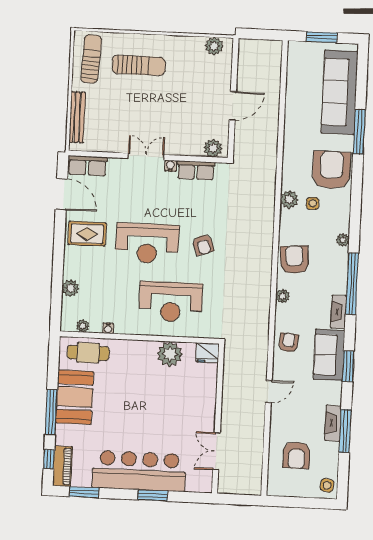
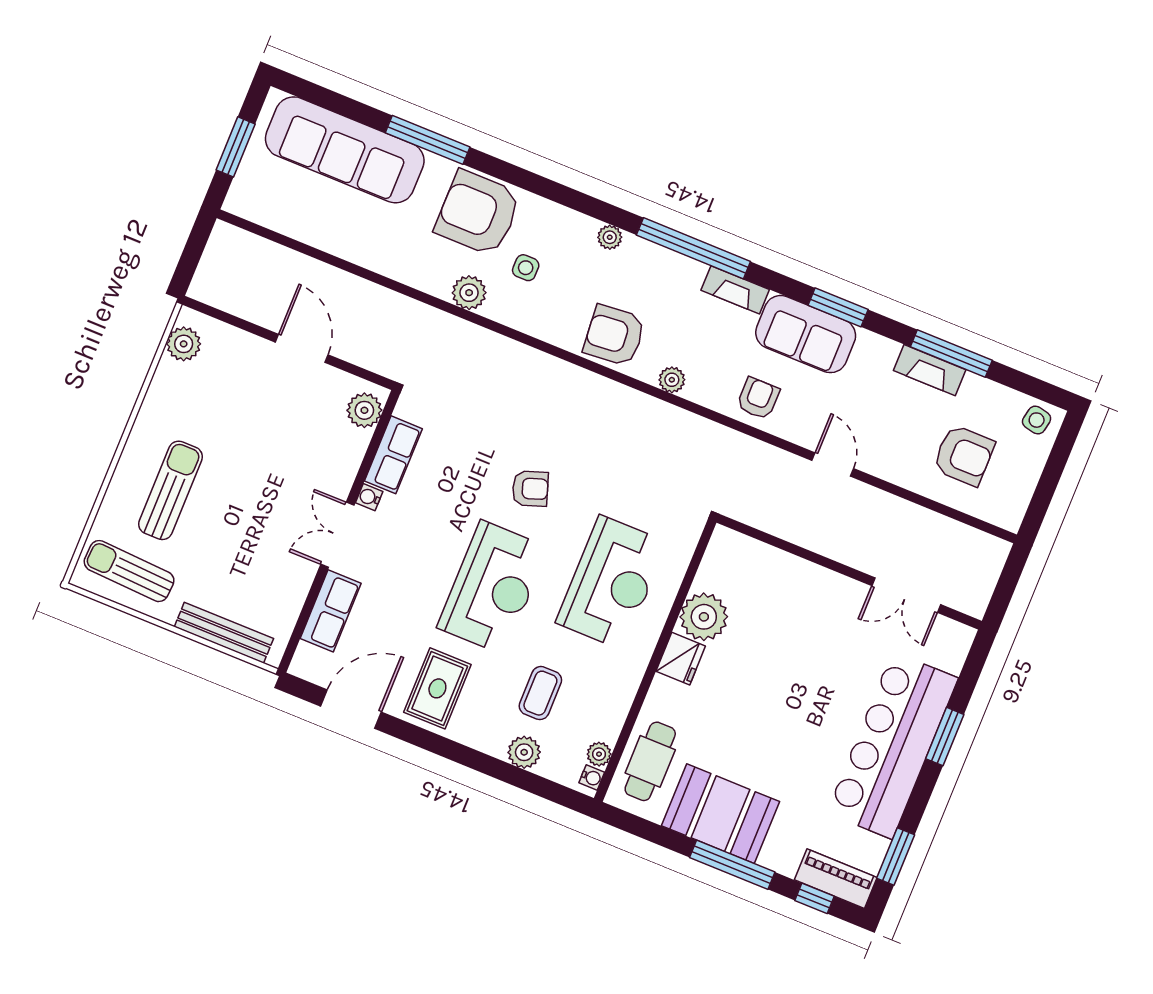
row of seats: (87, 166) -> (331, 611), moved
plant: (289, 199) -> (469, 293), moved
coffee table: (103, 286) -> (540, 693), added
water cooler: (108, 328) -> (592, 777), moved
armchair: (289, 343) -> (758, 398), turned 86
fridge: (207, 353) -> (681, 659), moved

